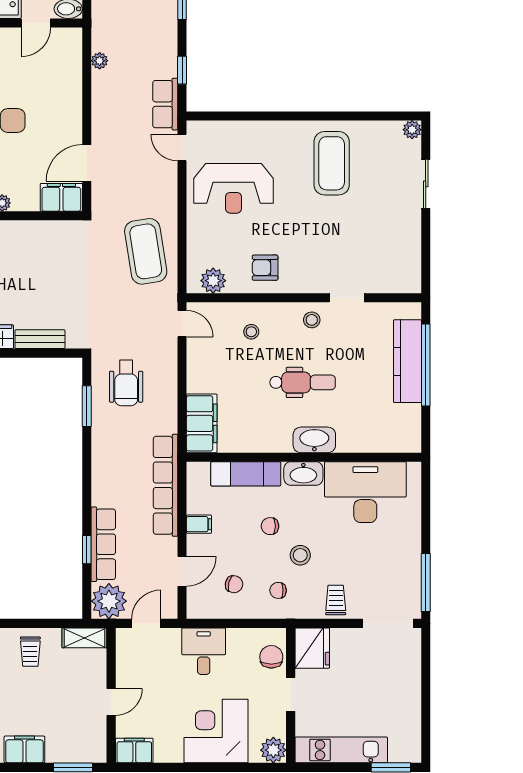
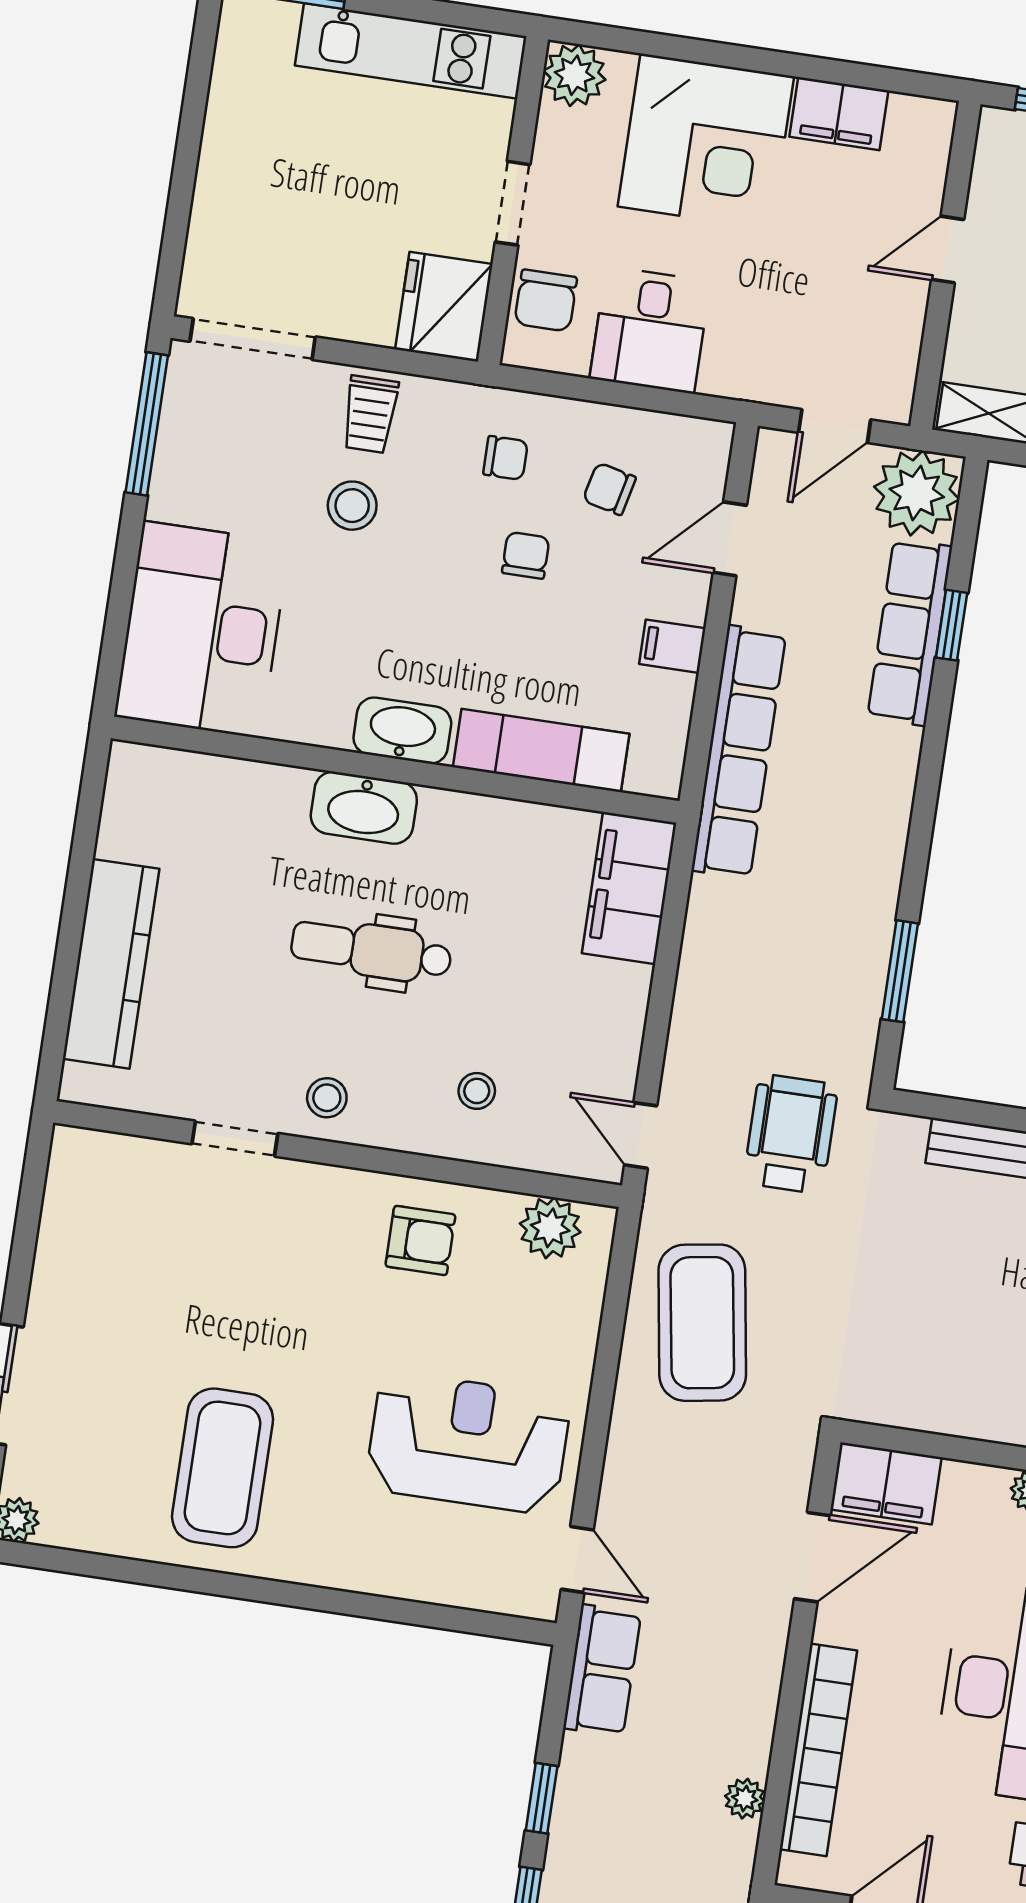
window: (182, 70) -> (542, 1798), moved
bookcase: (73, 85) -> (818, 1750), added
window: (426, 365) -> (68, 948), removed
wheelchair: (126, 383) -> (791, 1134), moved
desk: (365, 492) -> (202, 630), moved, turned 90
chair: (270, 526) -> (526, 555), moved, turned -90
stool: (300, 555) -> (352, 506), moved
desk: (204, 651) -> (650, 330), moved
filing cabinet: (134, 750) -> (839, 114), moved

